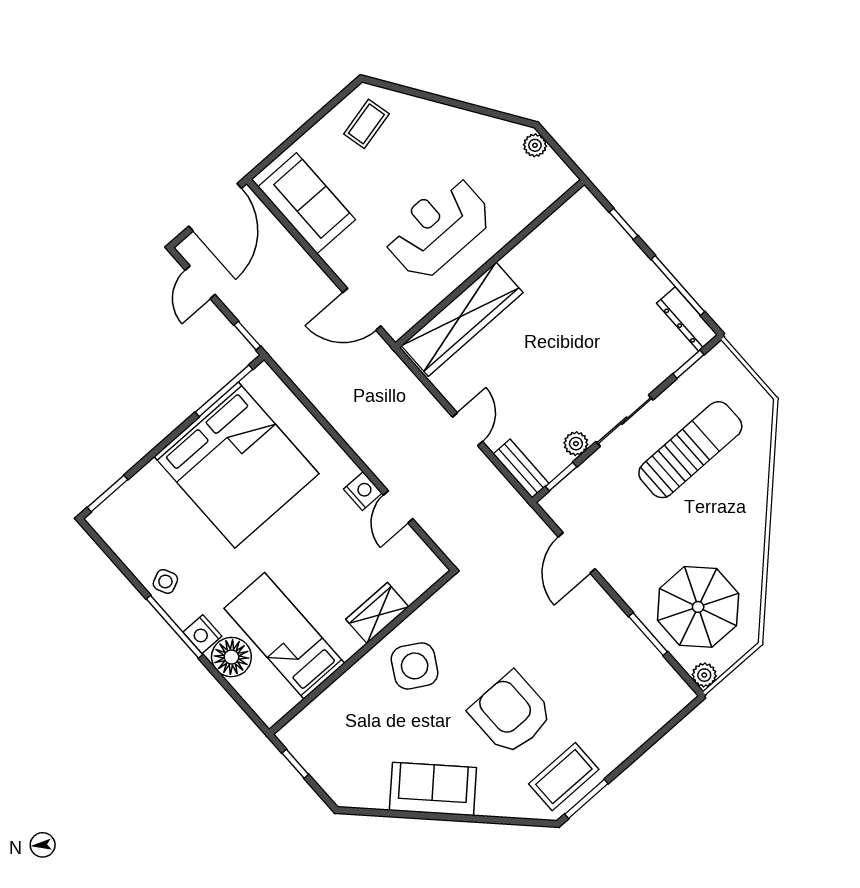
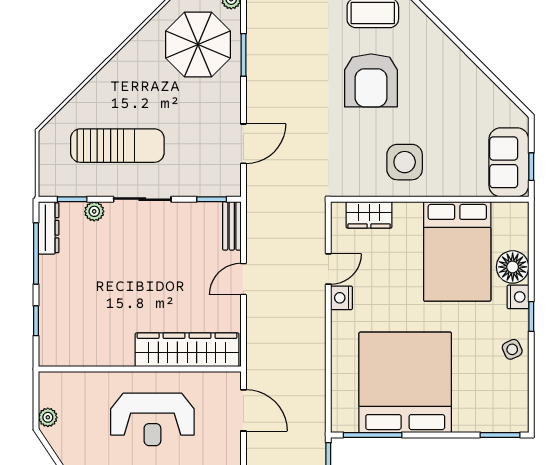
plant: (576, 444) -> (94, 211), moved
sun lounger: (690, 450) -> (117, 146), turned 180
wardrobe: (377, 613) -> (369, 215), moved
window: (175, 627) -> (531, 317), width x0.46
bed: (284, 636) -> (457, 251), width x1.50
side table: (415, 666) -> (405, 162), turned -30
sofa: (433, 789) -> (509, 162), moved, turned 45

